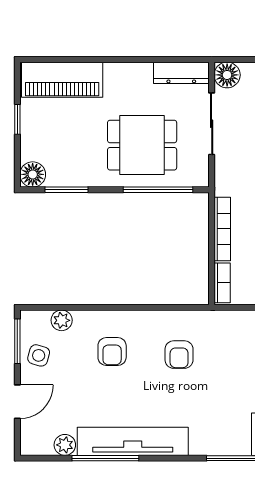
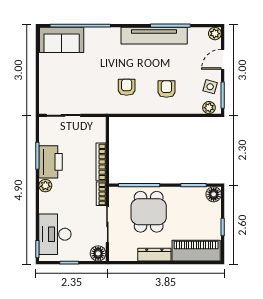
dresser: (181, 73) -> (154, 255), moved
dining table: (142, 145) -> (149, 212), turned 90
bookcase: (222, 283) -> (101, 194), moved
plant: (62, 320) -> (209, 108), moved
plant: (65, 445) -> (215, 34), moved

